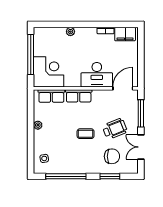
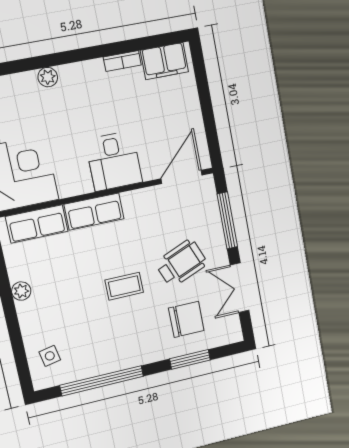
desk: (97, 75) -> (114, 161), width x0.73

